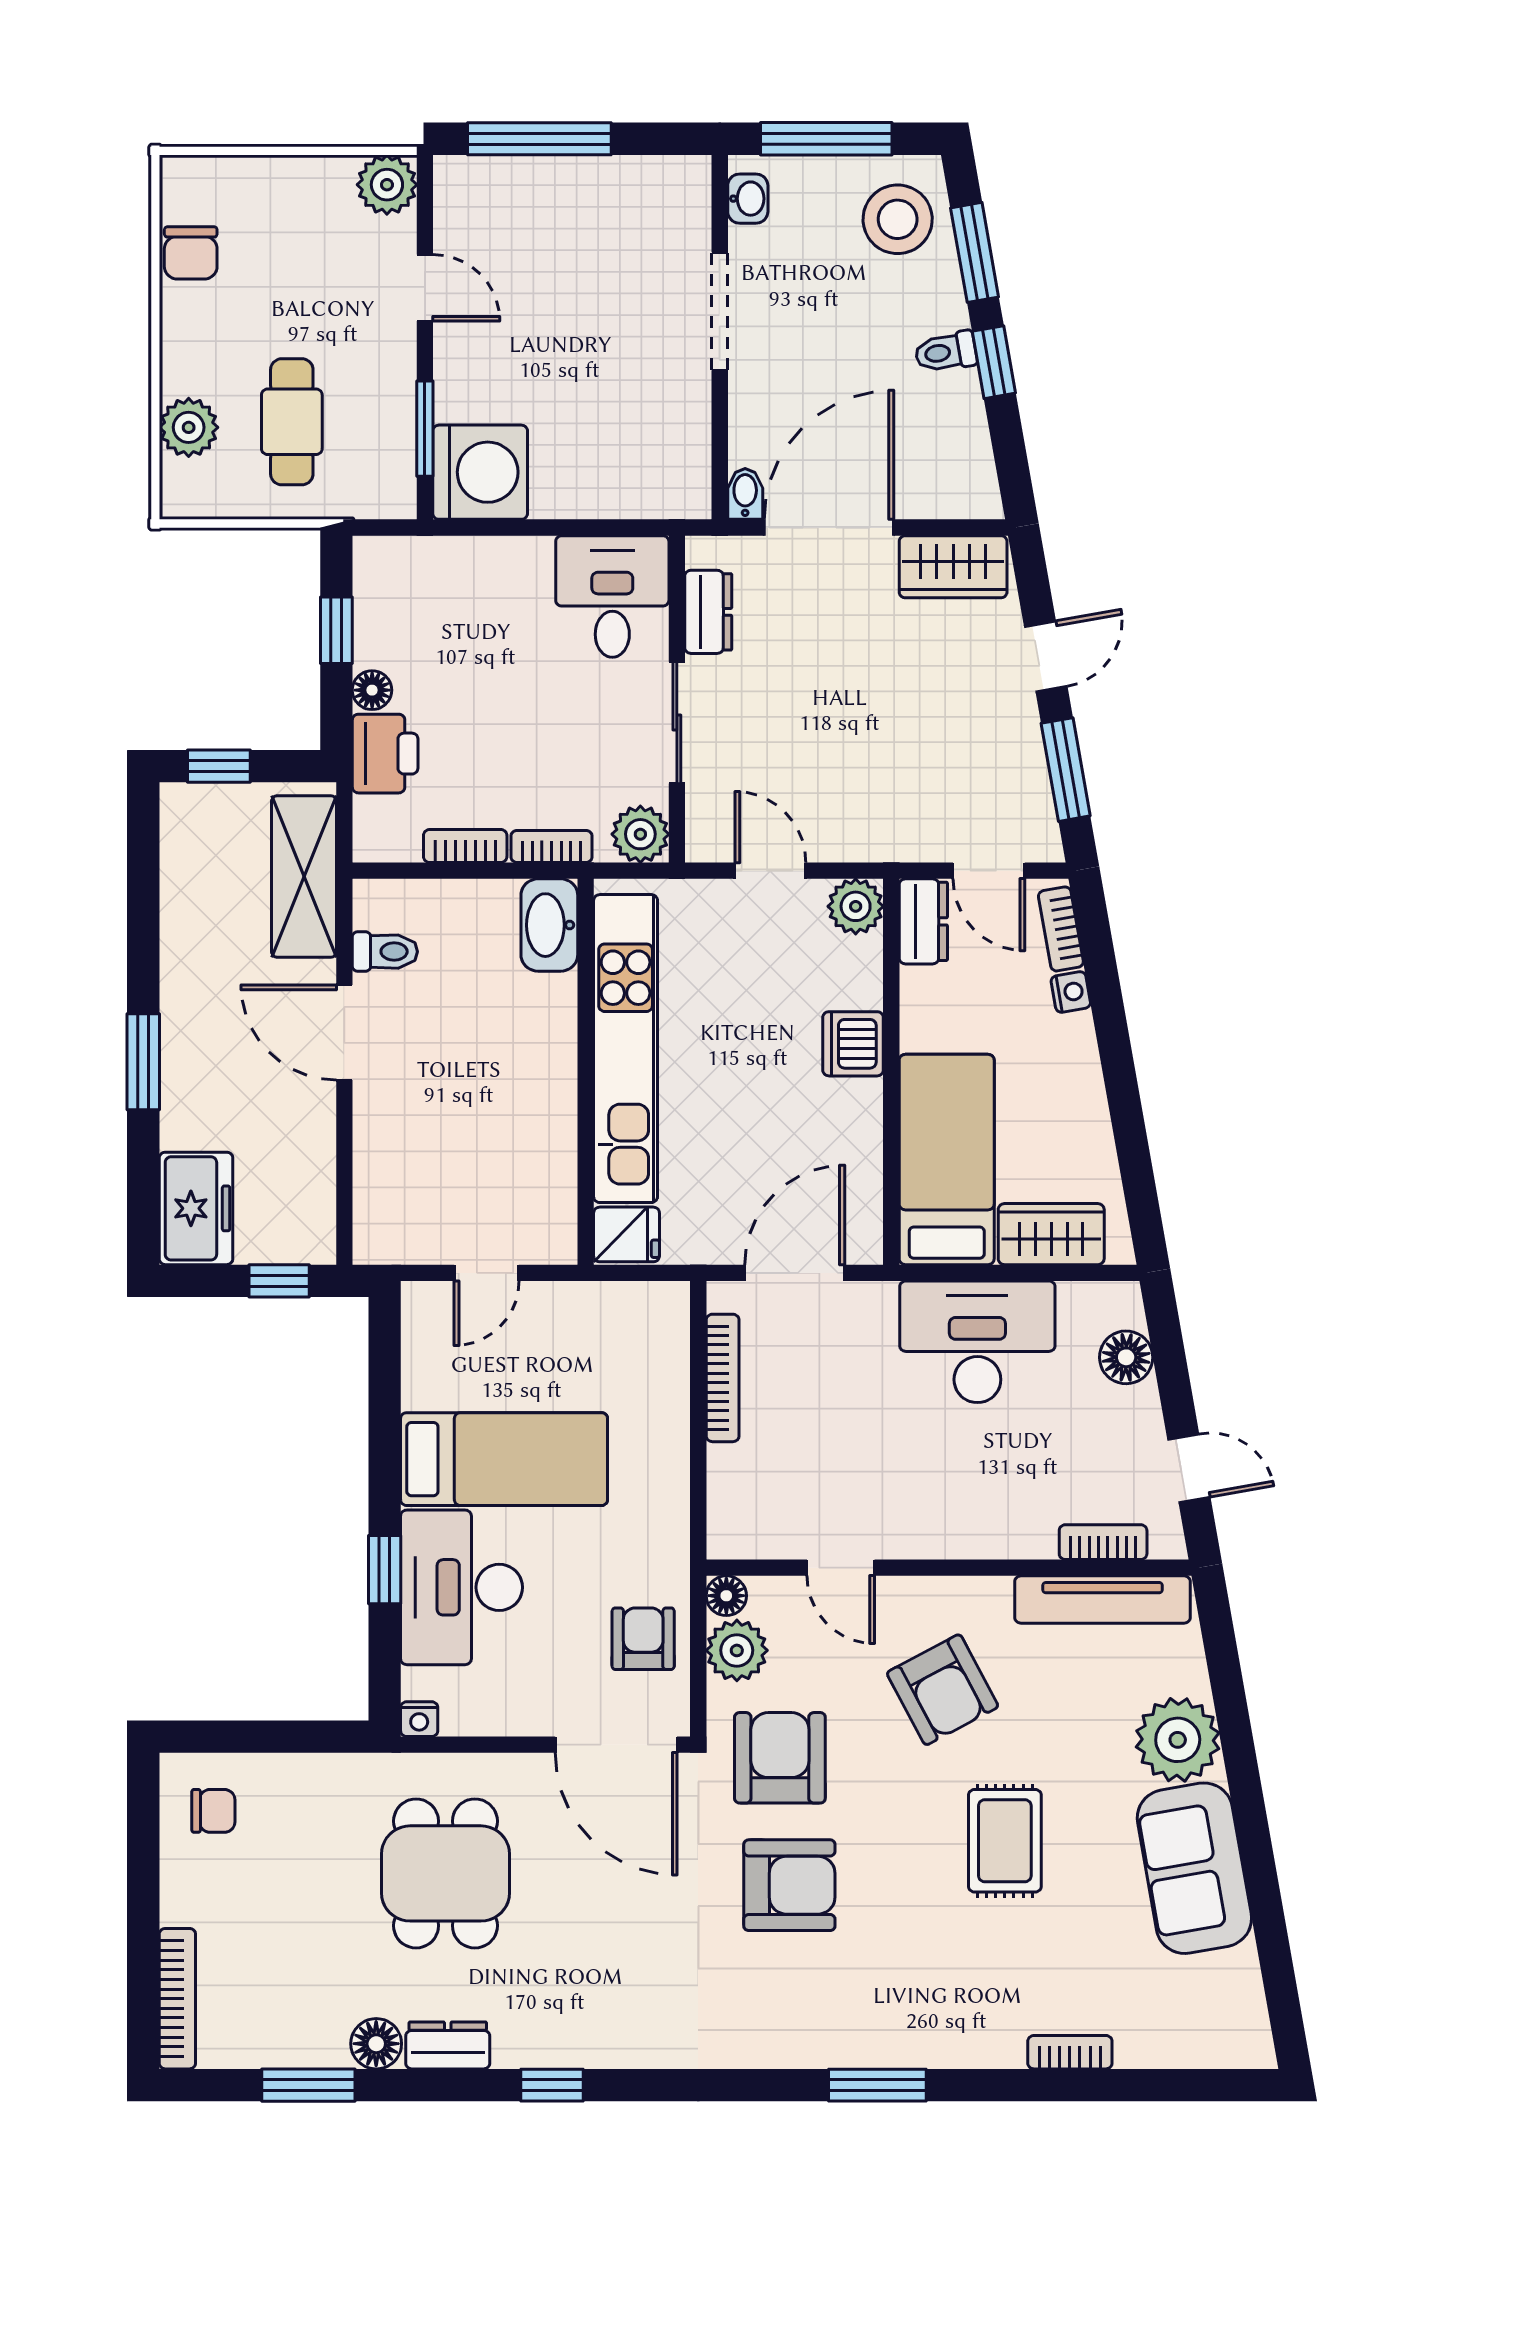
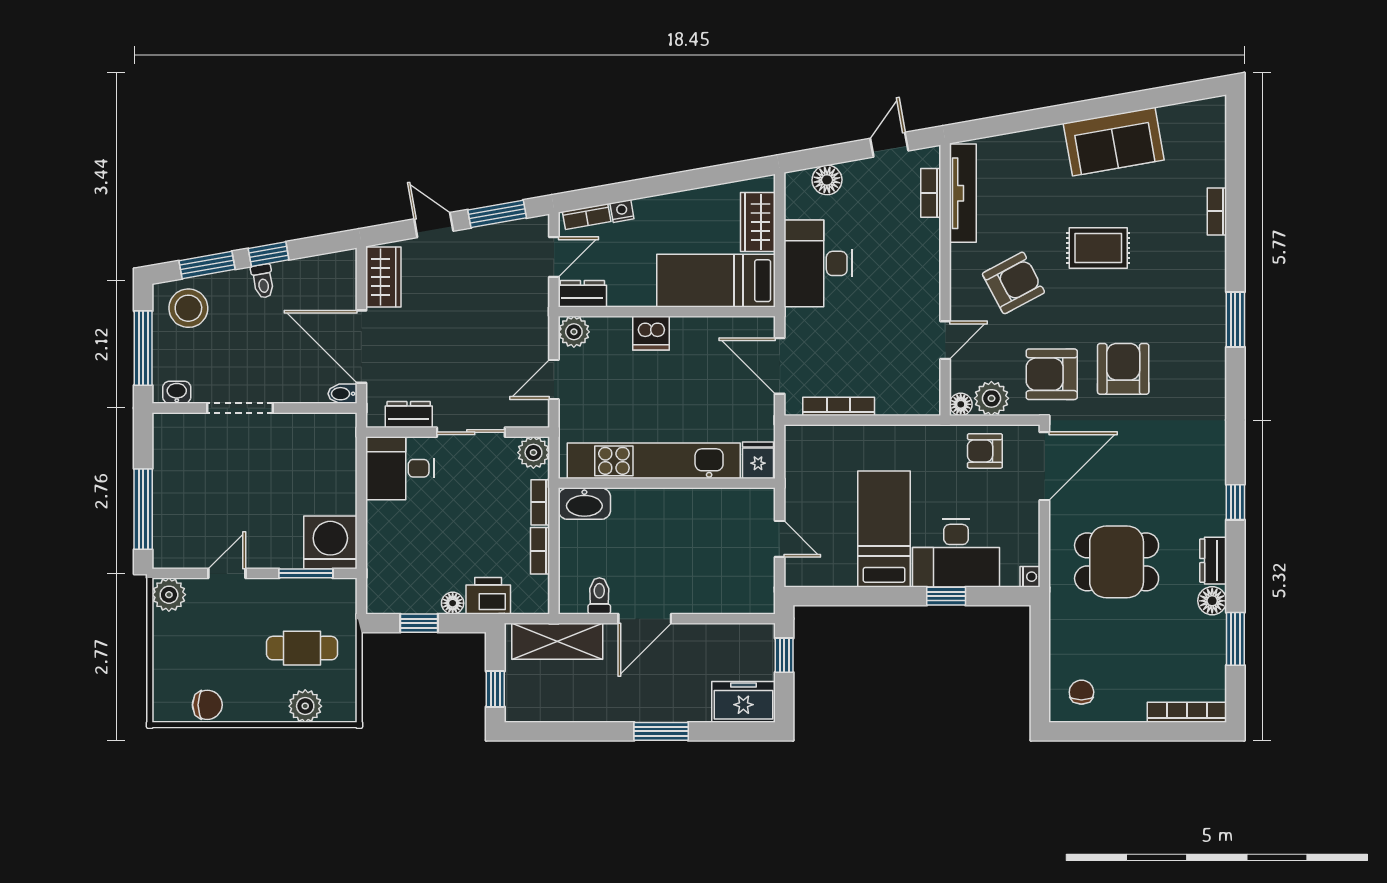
plant: (1178, 1740) -> (1042, 151), removed

